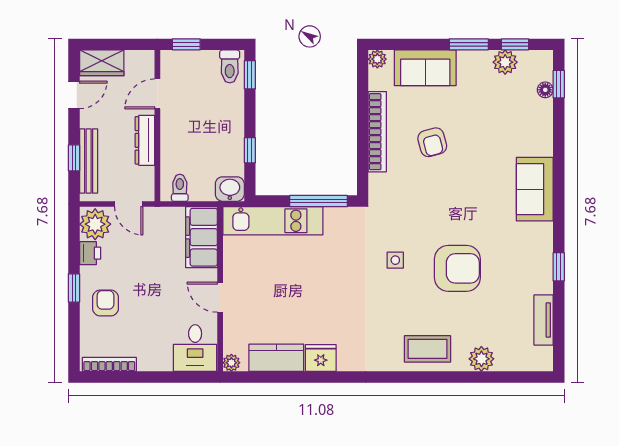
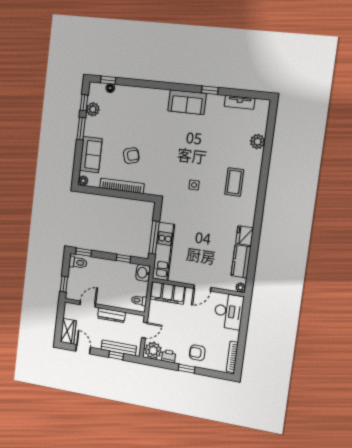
door: (157, 94) -> (88, 304), swing flipped
sofa: (535, 189) -> (187, 102), moved
window: (318, 201) -> (154, 237), moved
armchair: (457, 268) -> (203, 150), removed
desk: (195, 348) -> (229, 311), width x1.37
coffee table: (428, 349) -> (234, 182), moved

